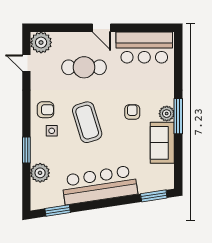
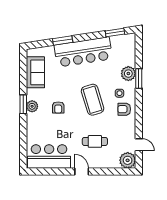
cafe table: (84, 67) -> (95, 141), width x0.73, depth x0.74
window: (178, 116) -> (23, 104), width x0.69
sofa: (162, 143) -> (35, 72), moved
plant: (40, 173) -> (128, 74), moved
window: (154, 196) -> (63, 40), moved

